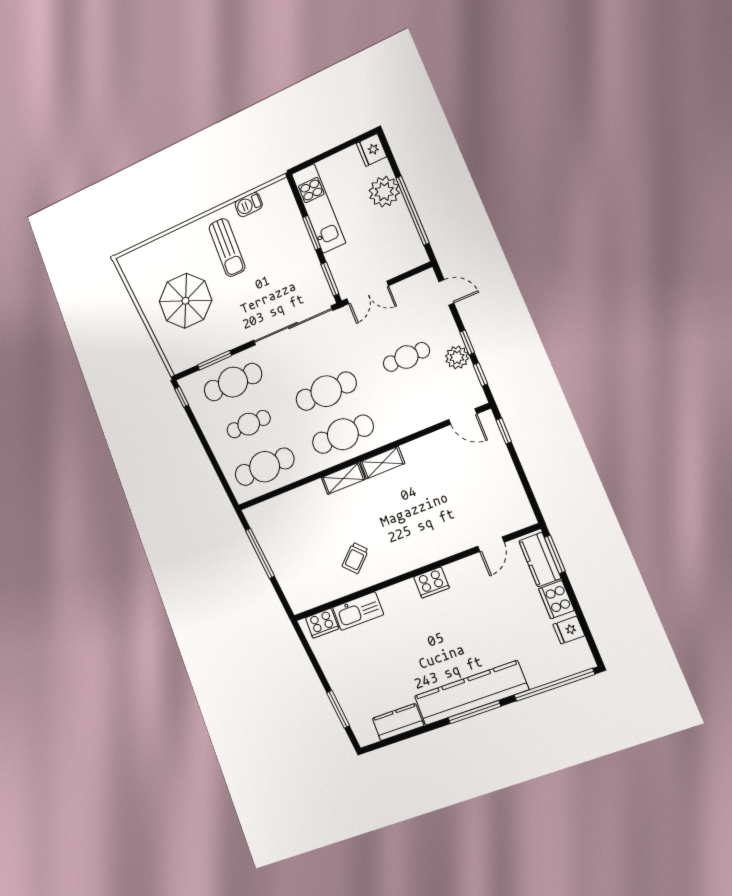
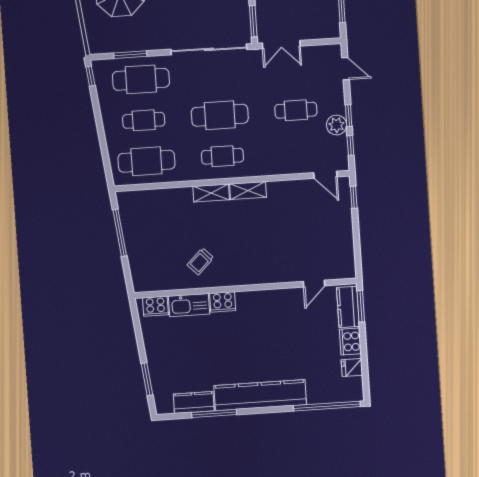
cafe table: (343, 434) -> (222, 156), width x0.73, depth x0.74
cooker: (431, 582) -> (223, 302), moved
window: (474, 712) -> (214, 414), moved

